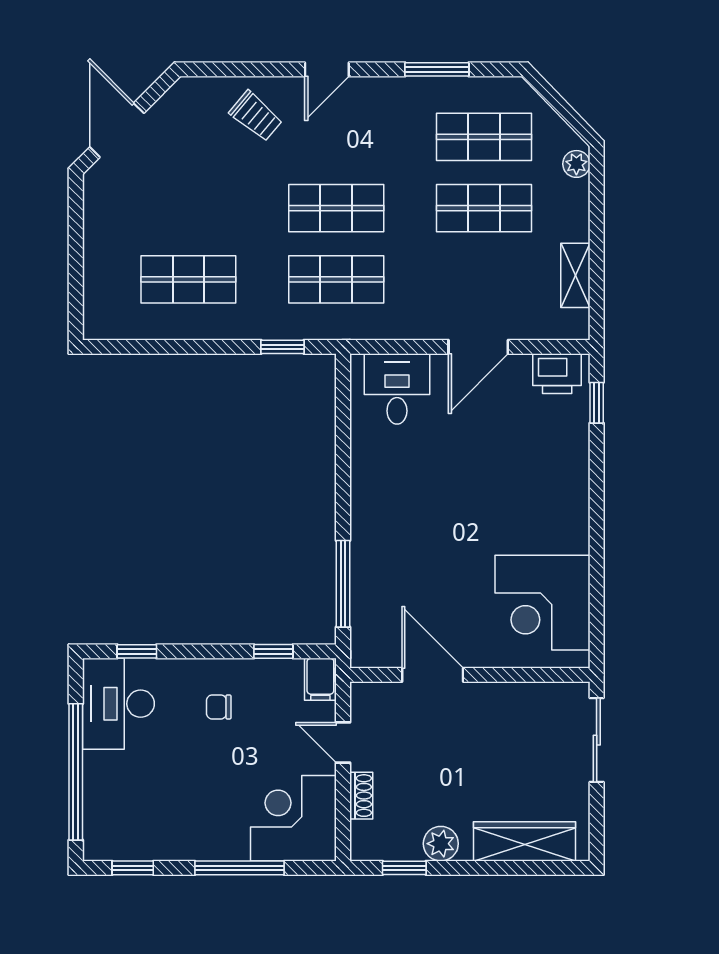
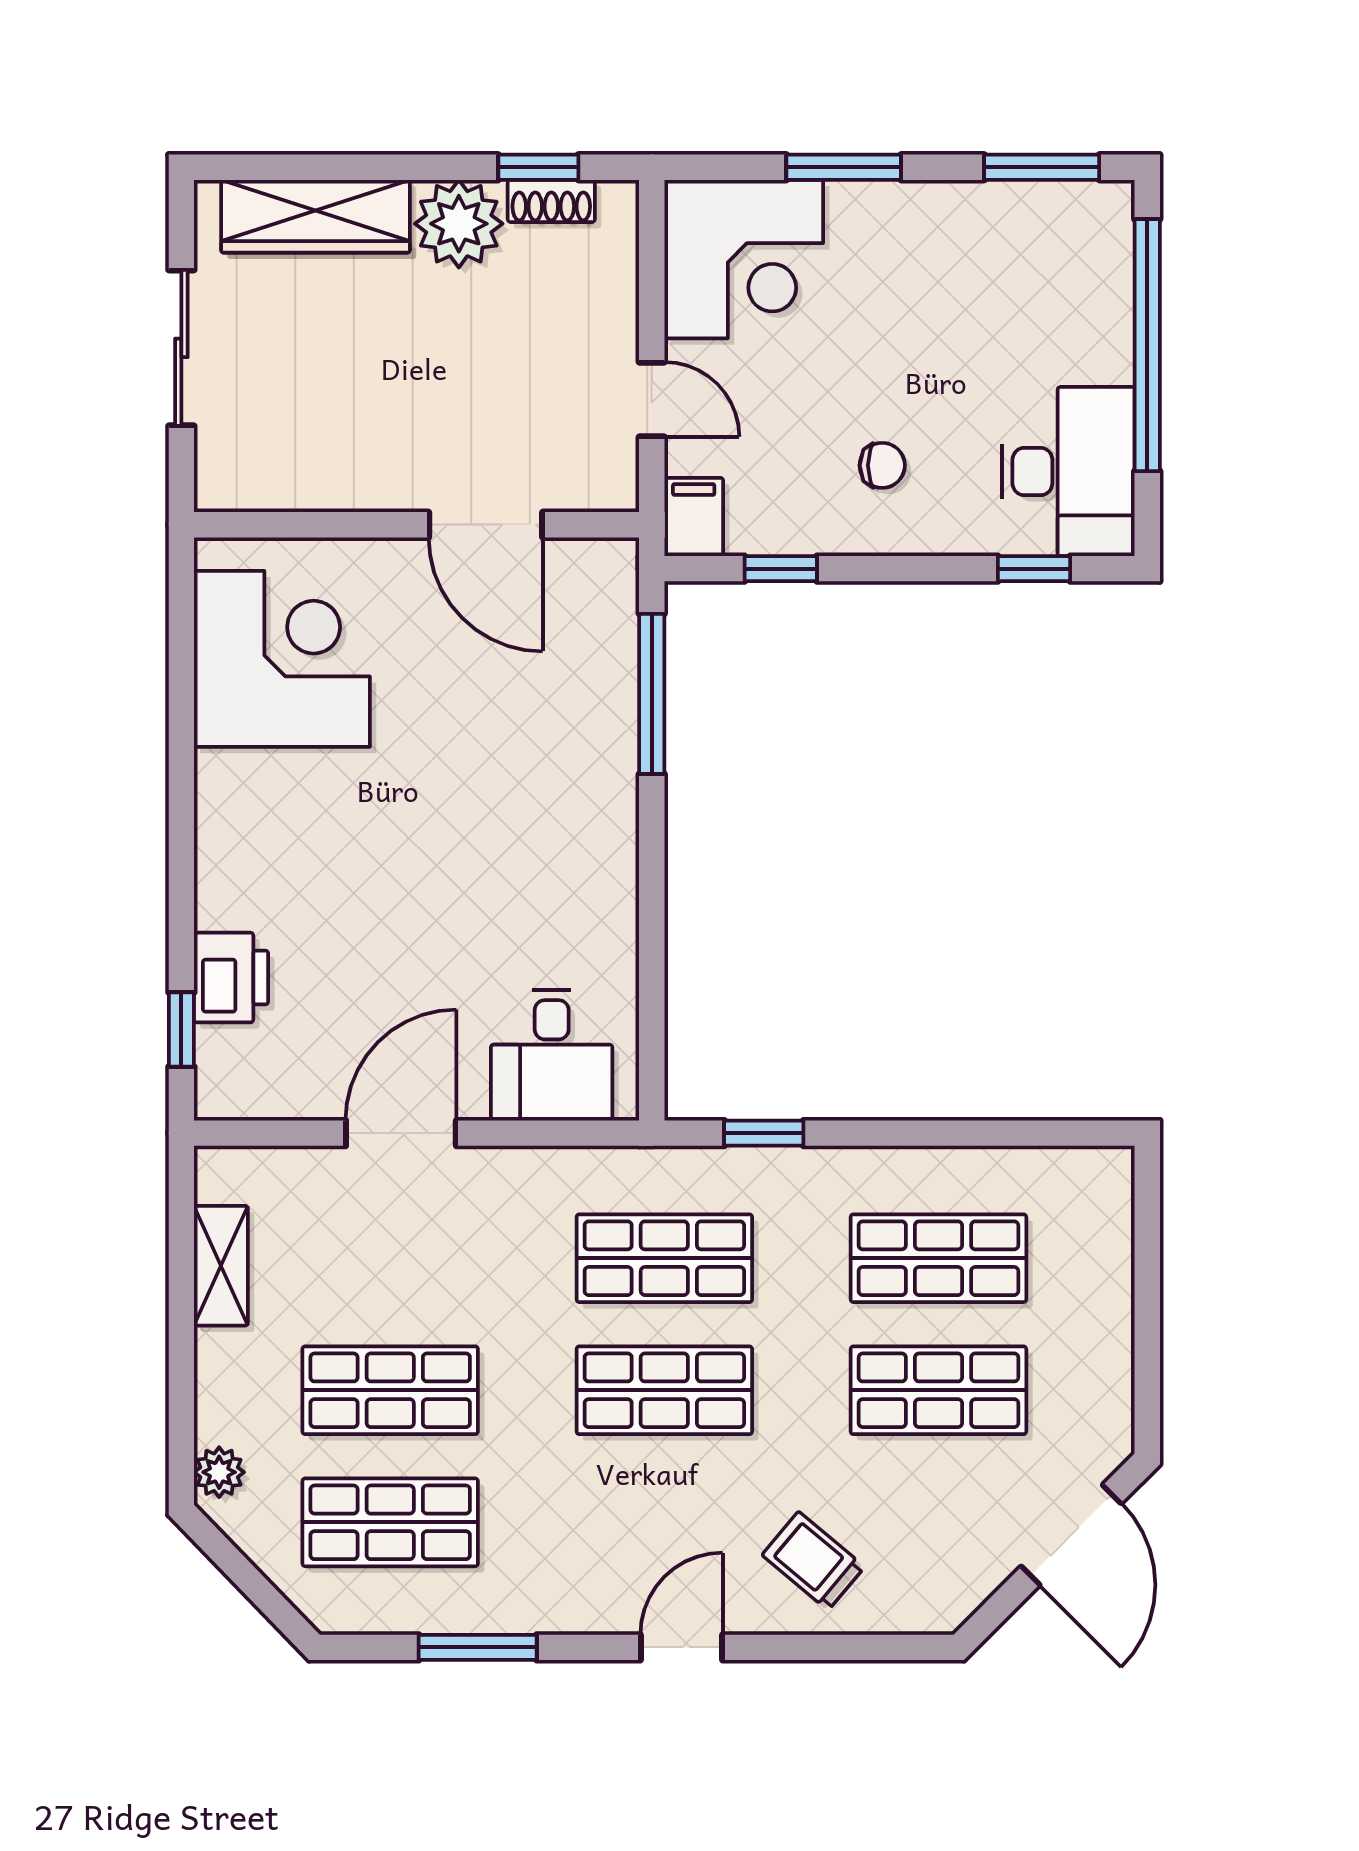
shop shelf: (188, 208) -> (938, 1390), added
printer: (557, 374) -> (231, 978), moved, turned 90
sliding door: (597, 740) -> (181, 348), moved
shoe rack: (361, 796) -> (551, 201), moved, turned -90
plant: (441, 844) -> (459, 224), width x1.36, depth x1.36
window: (133, 868) -> (1042, 167), width x1.50
window: (240, 868) -> (844, 167), width x0.69

